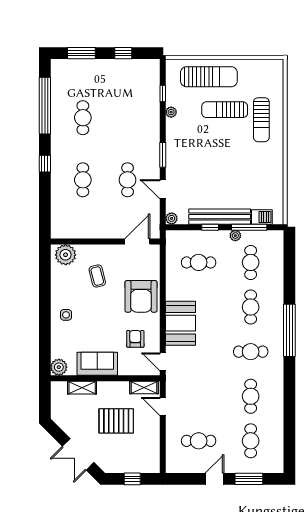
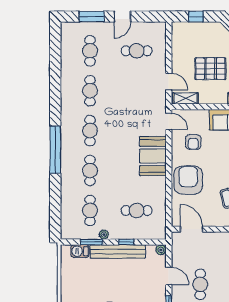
window: (249, 227) -> (91, 242), width x0.69
door: (137, 242) -> (191, 229), swing flipped
cafe table: (251, 352) -> (90, 131), turned 90

